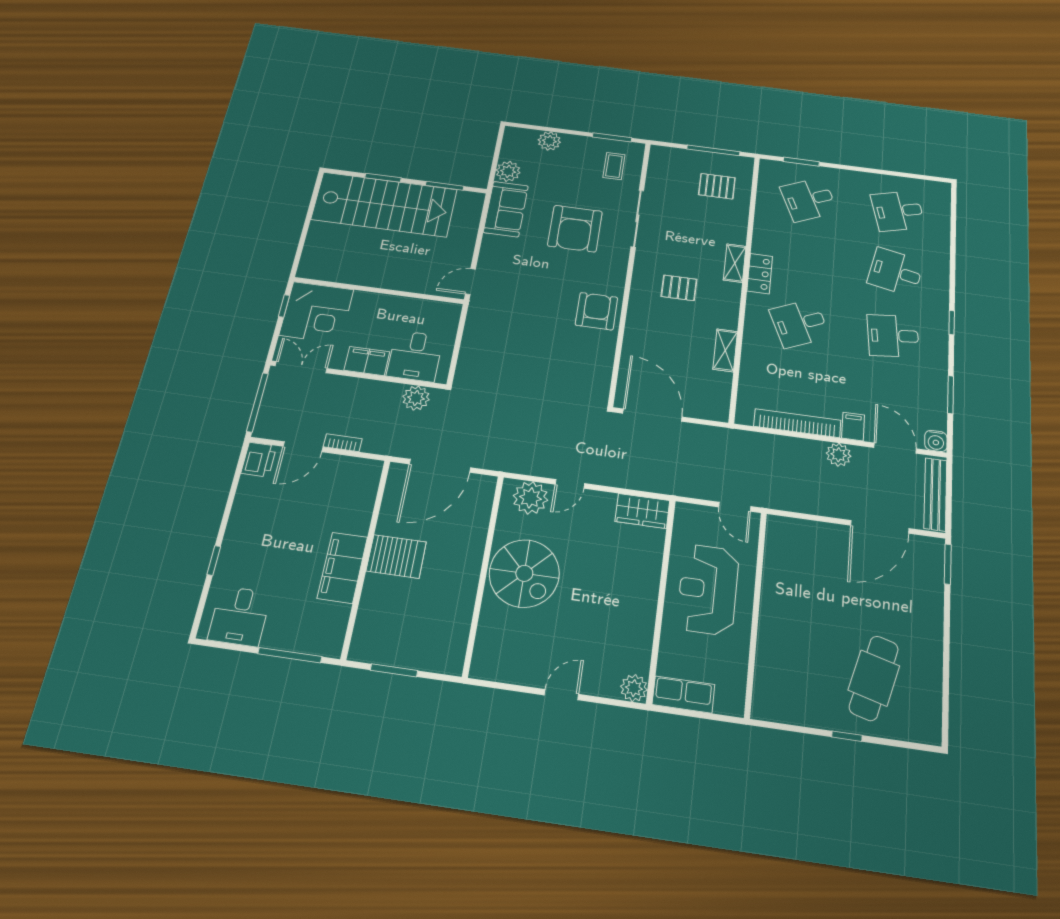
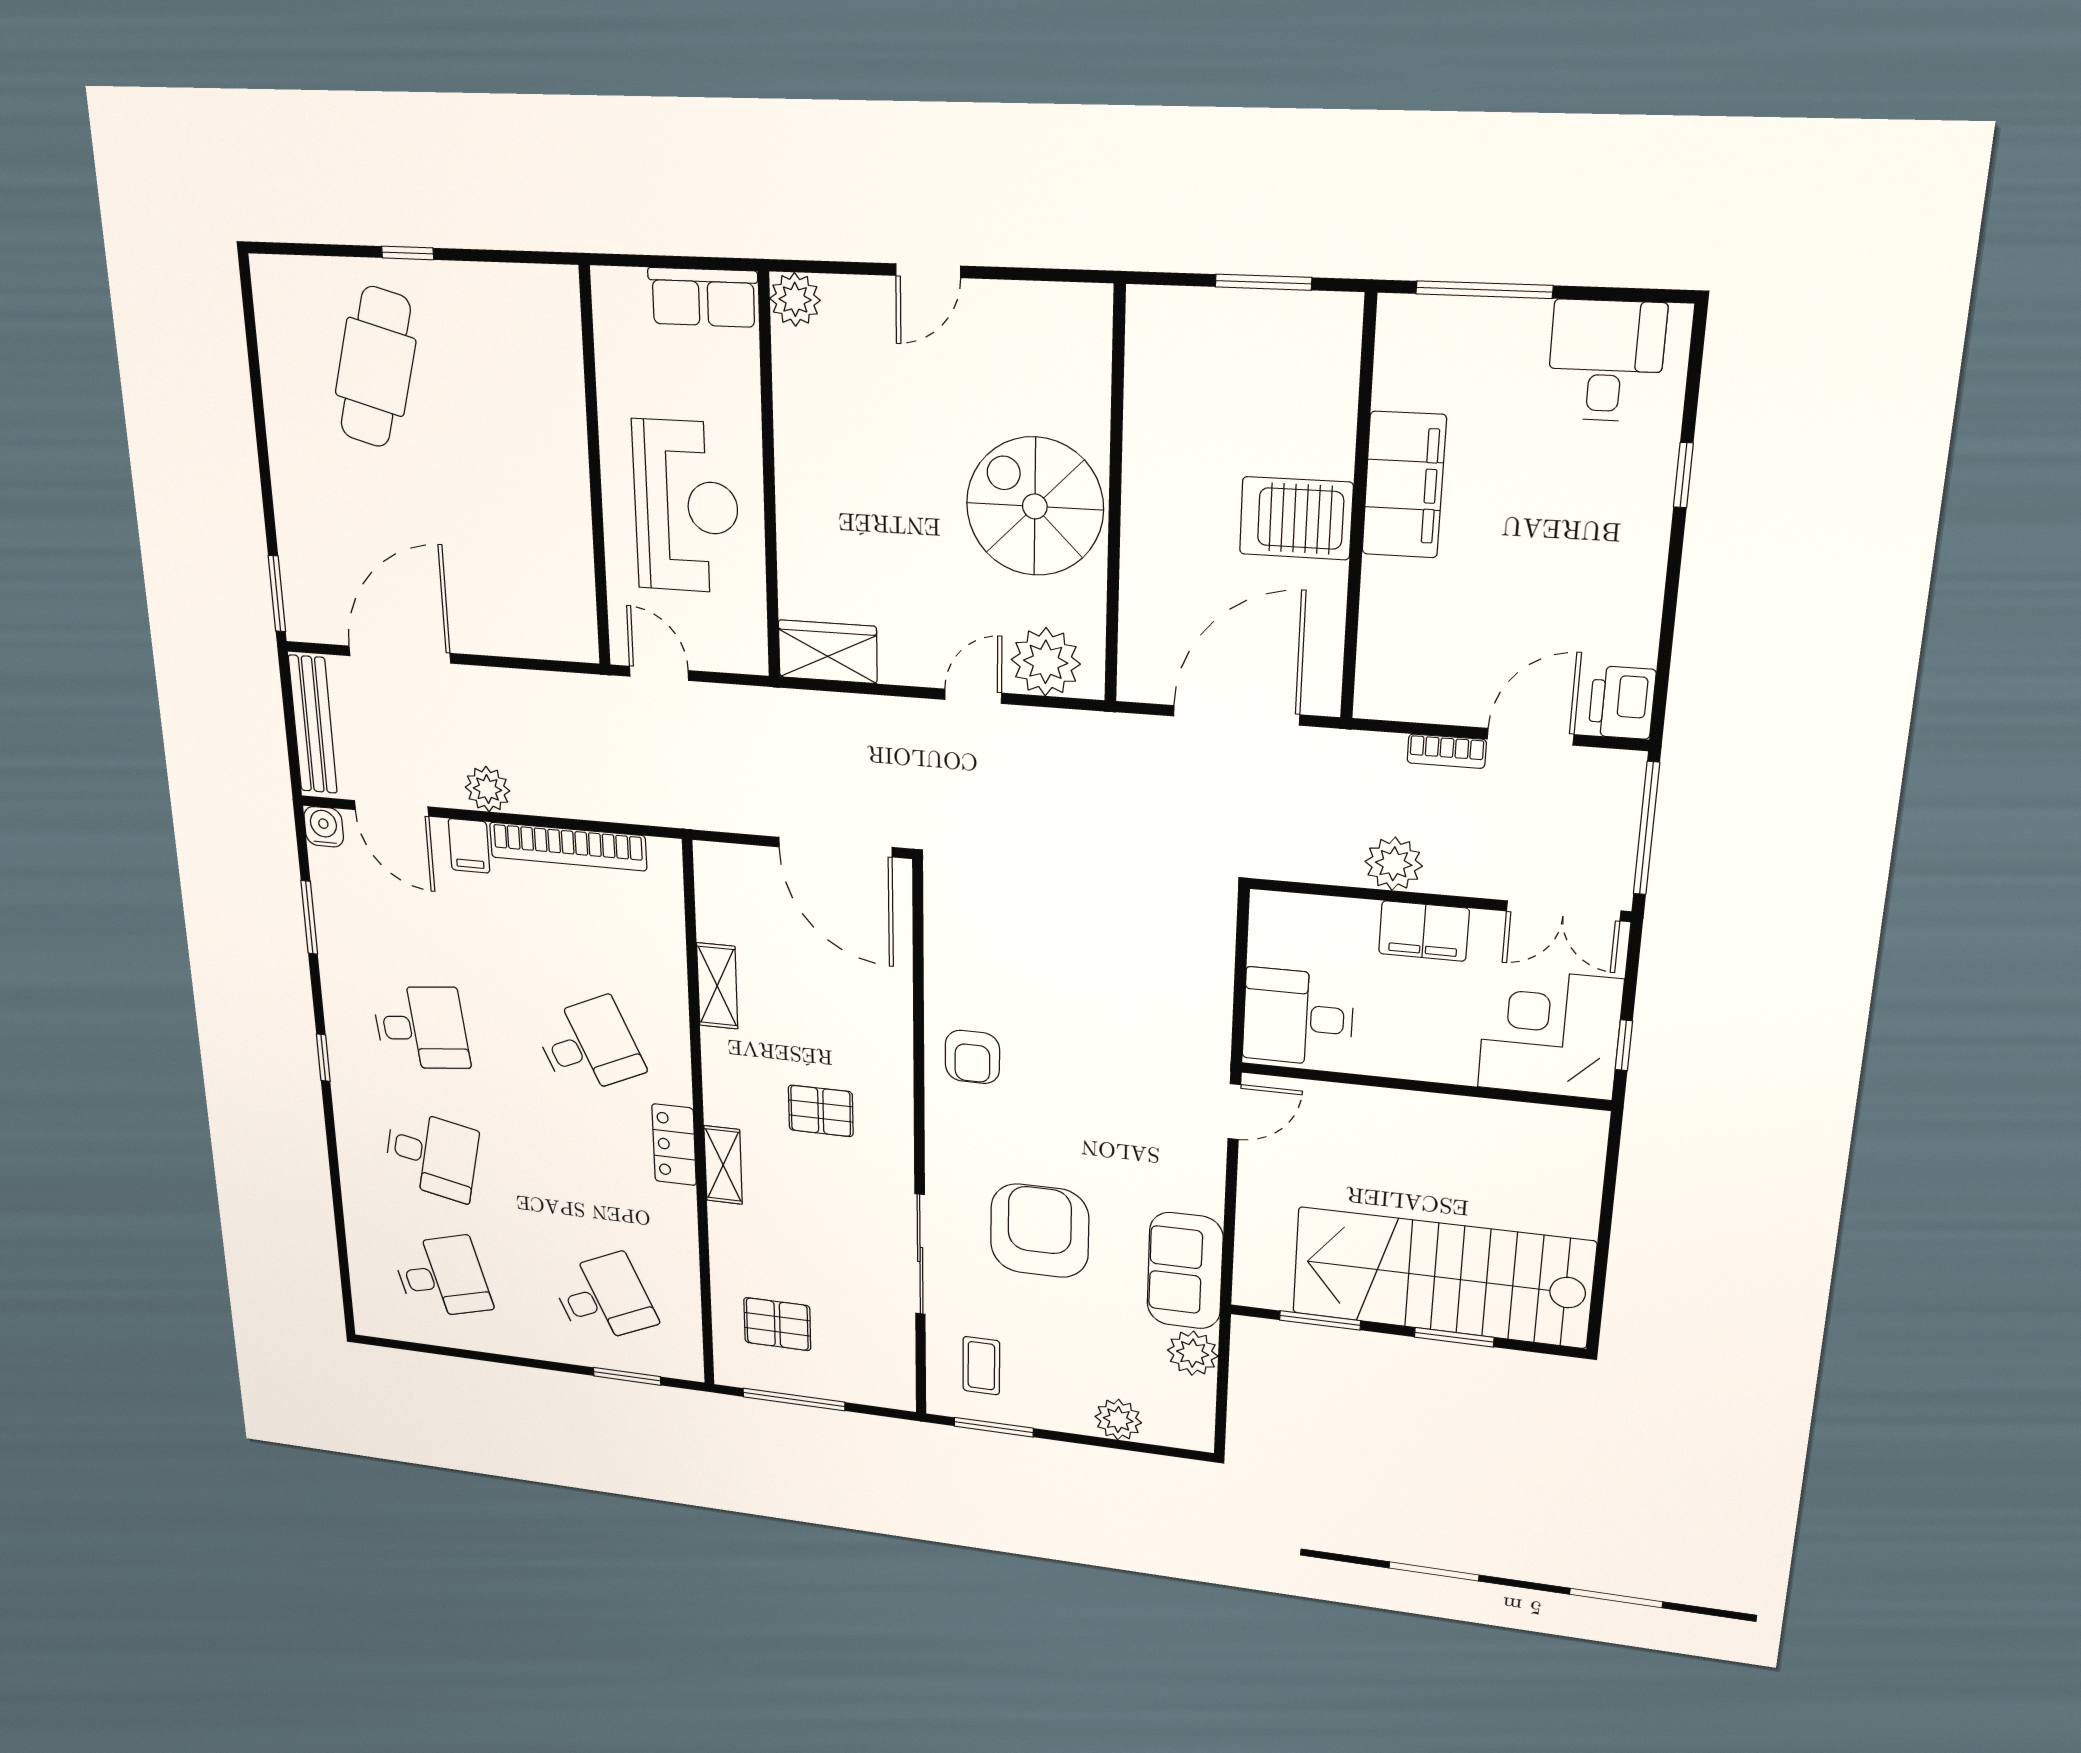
armchair: (596, 311) -> (972, 1057), width x0.72, depth x0.72
desk: (415, 356) -> (1298, 1017), moved, turned -90
plant: (416, 398) -> (1394, 864), moved

